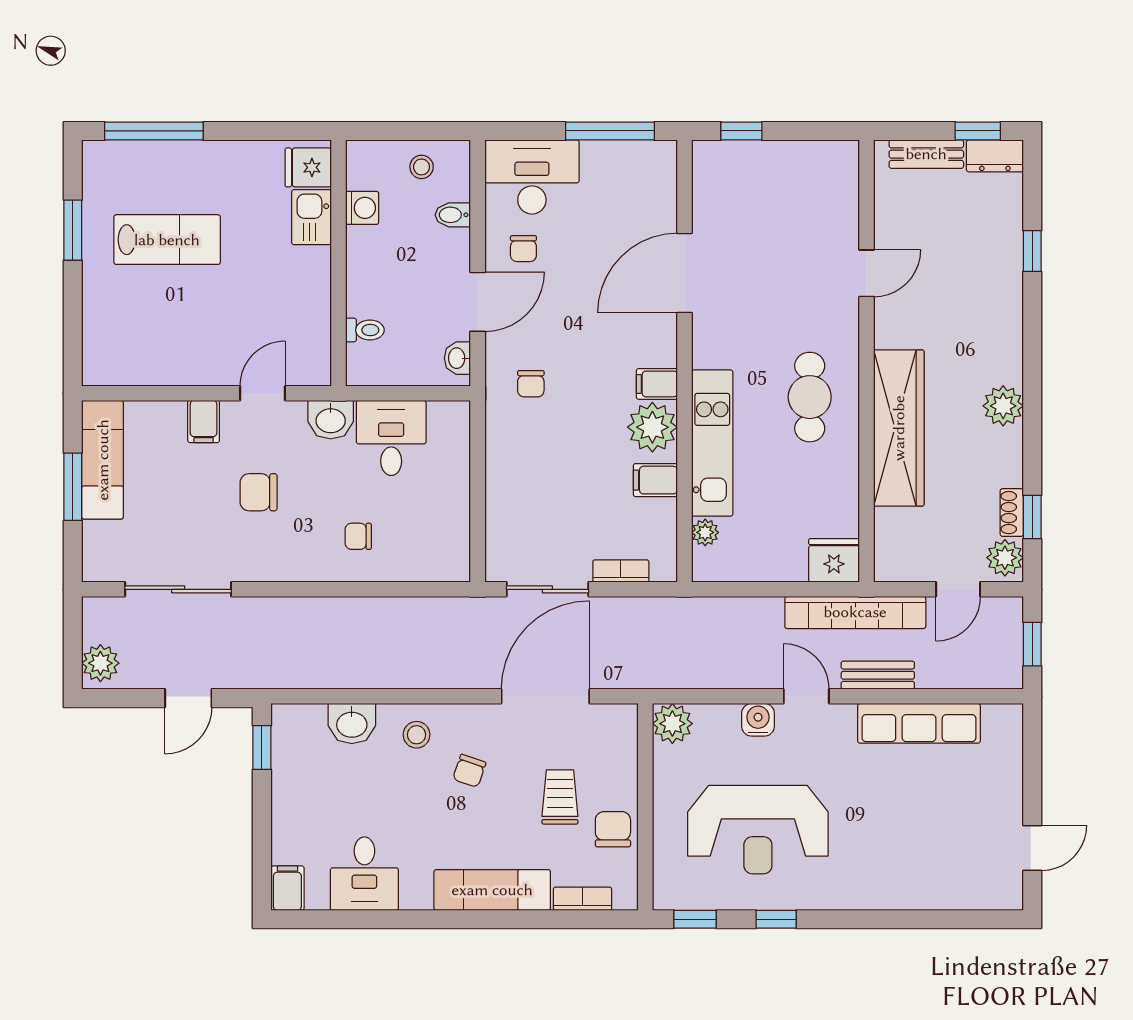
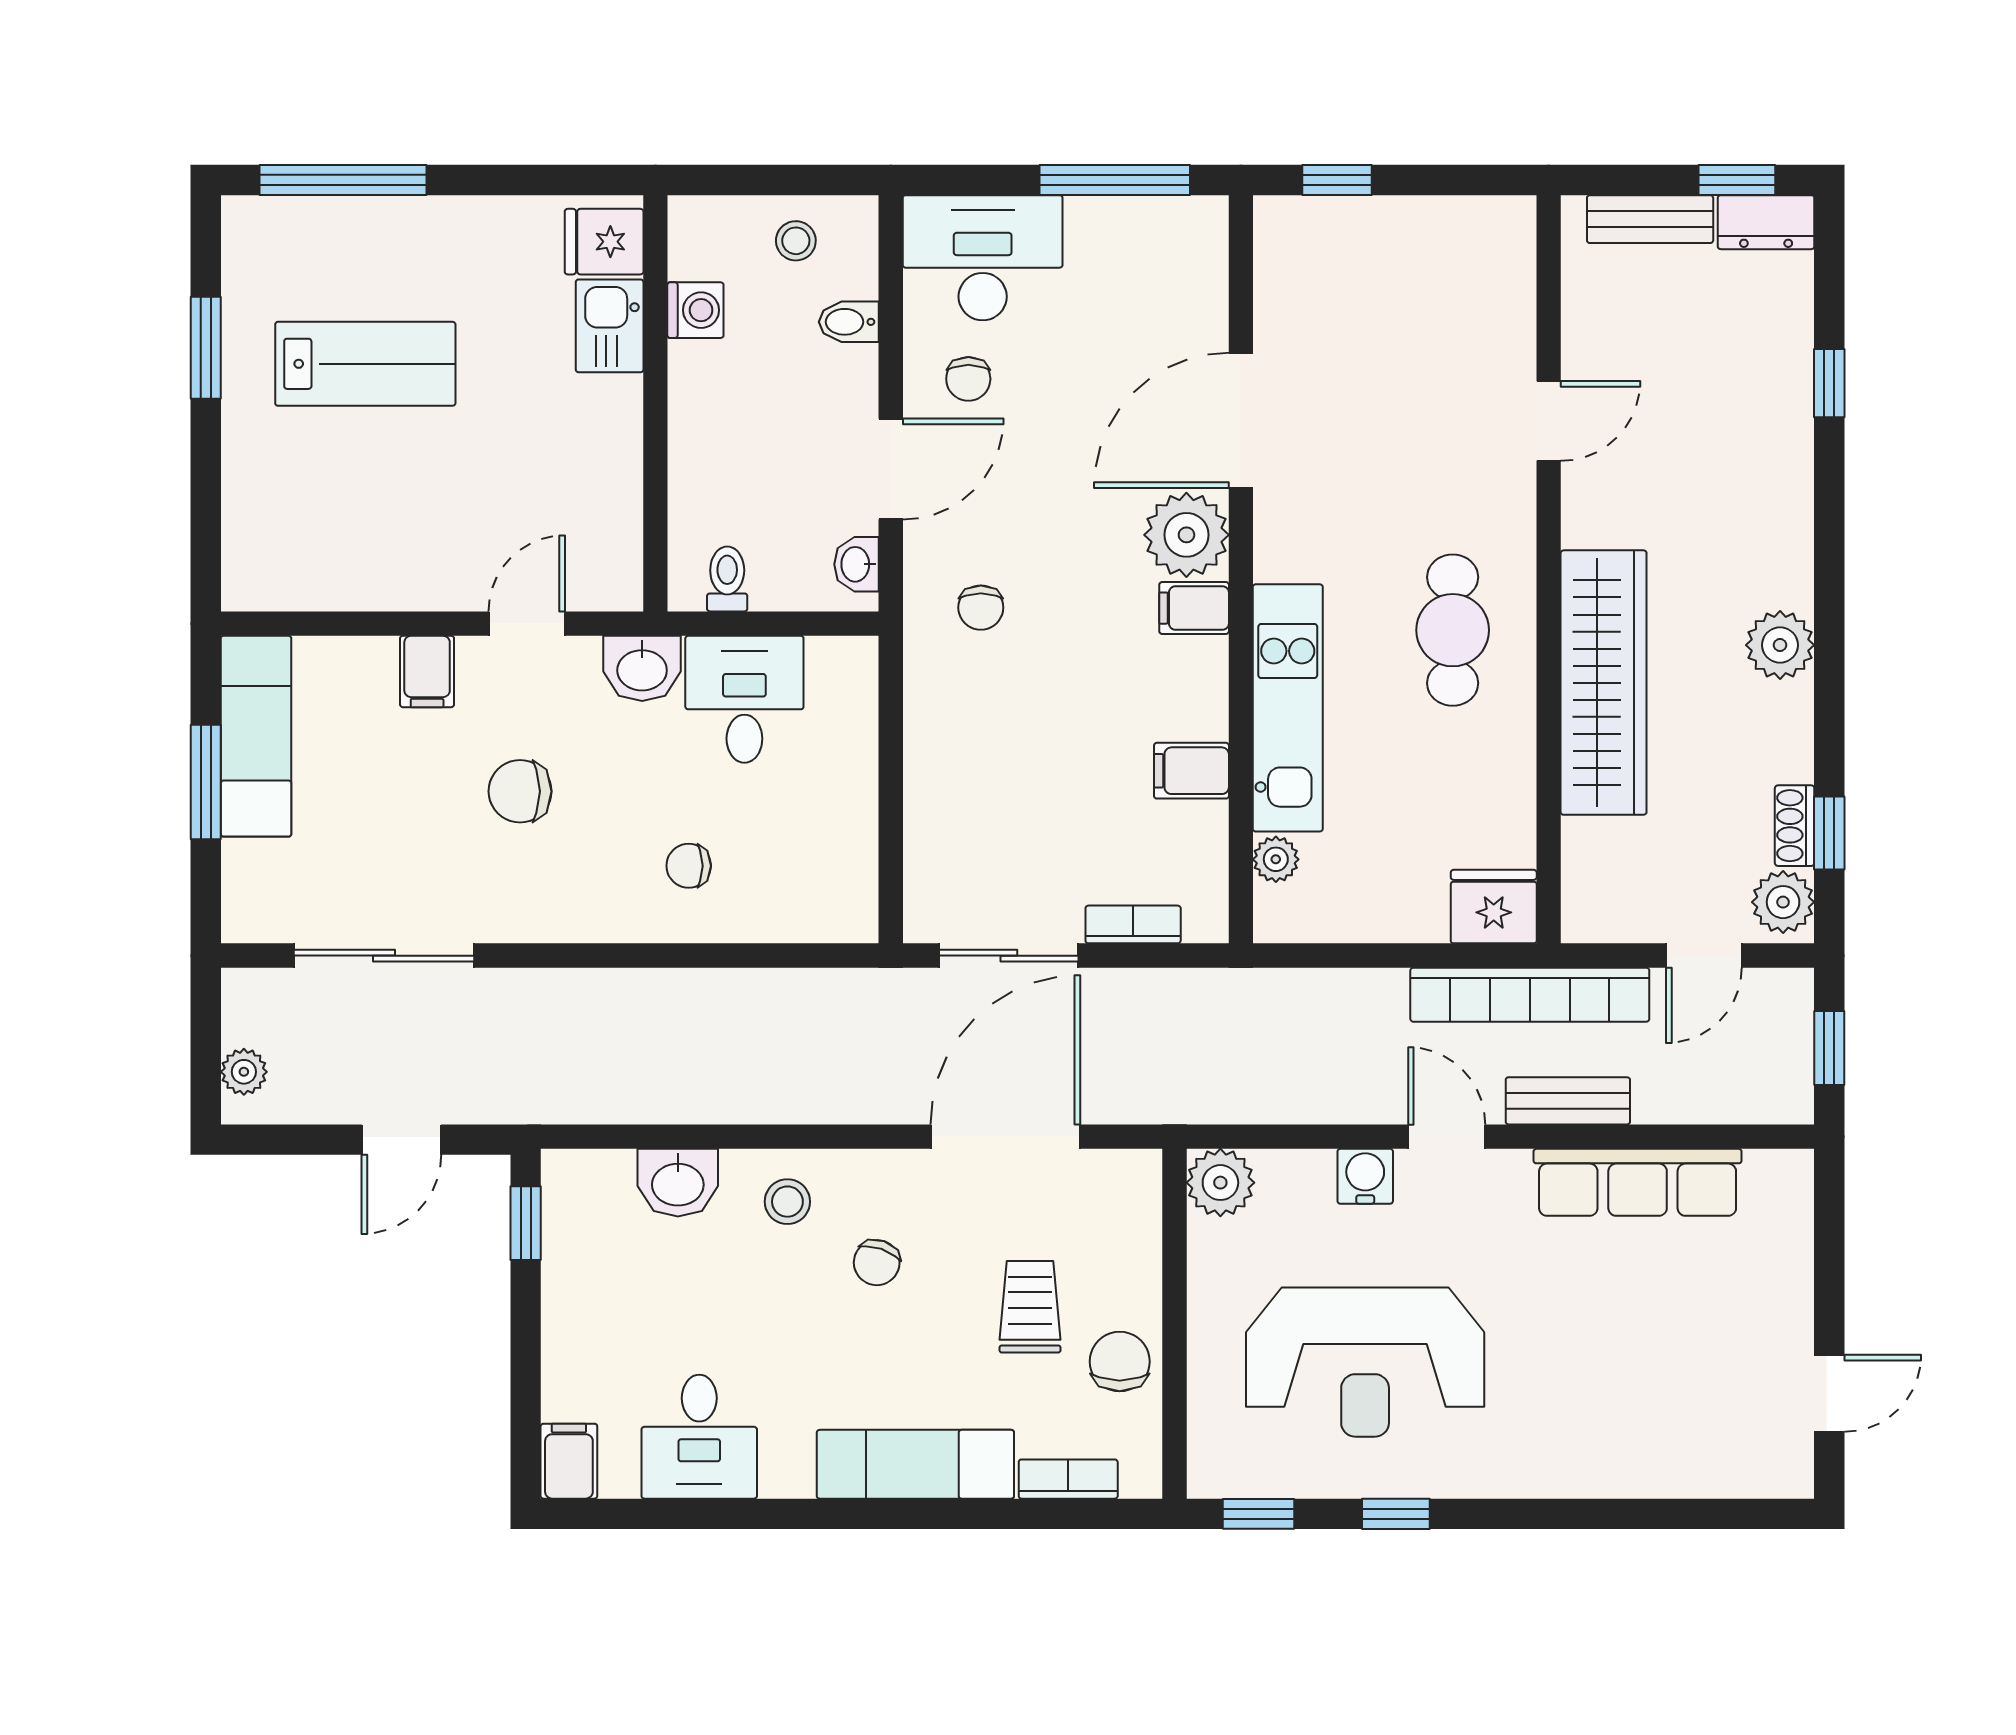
toilet: (365, 330) -> (727, 579), moved, turned -90
plant: (652, 427) -> (1186, 535), moved
plant: (100, 663) -> (244, 1072), width x0.73, depth x0.73

